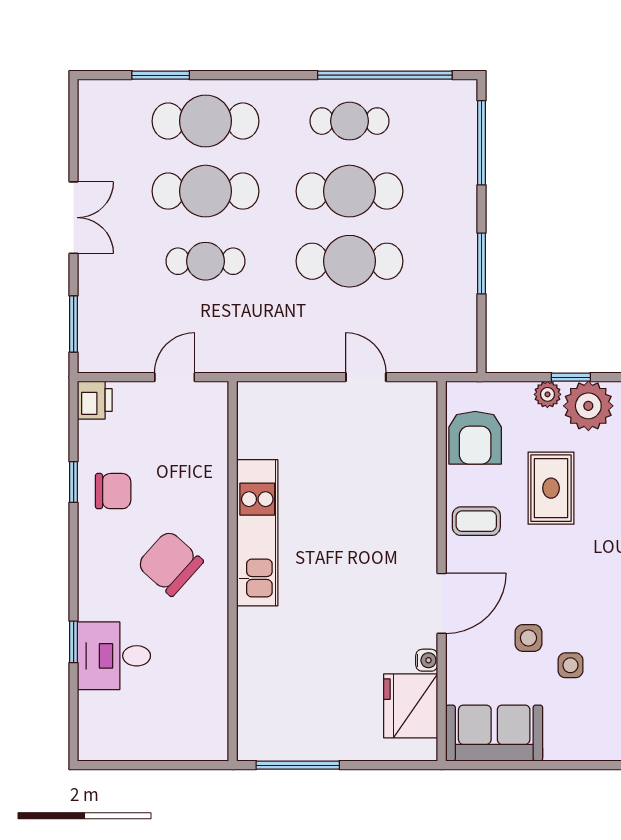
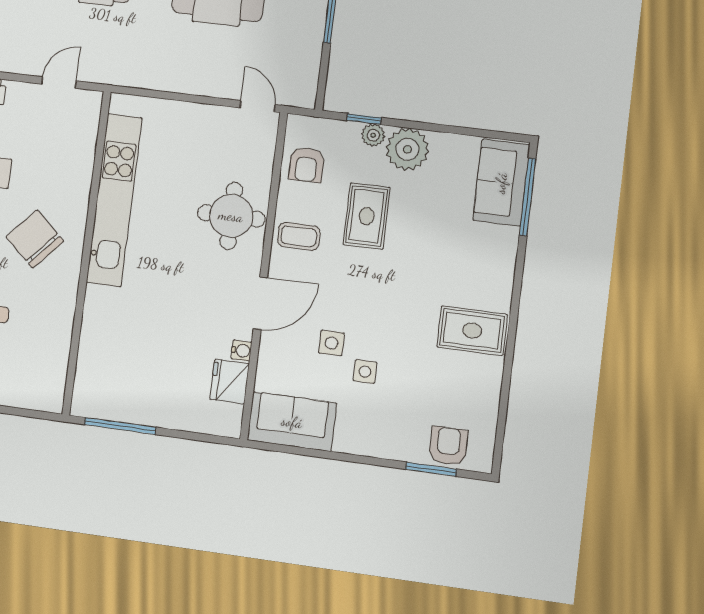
door: (366, 377) -> (258, 106), moved
window: (571, 377) -> (364, 119), moved
armchair: (475, 438) -> (306, 165), width x0.72, depth x0.72
round table: (396, 507) -> (231, 216), added
kitchen unit: (257, 533) -> (114, 200), width x1.36
fridge: (411, 706) -> (230, 382), width x0.73, depth x0.75

